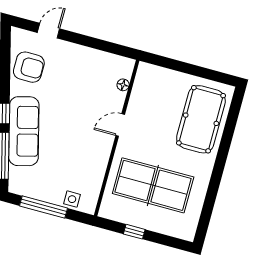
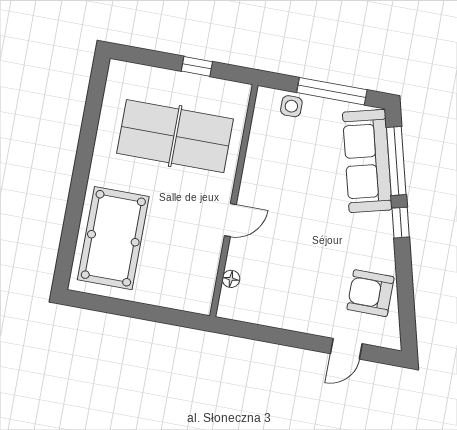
sofa: (24, 131) -> (367, 161), moved

